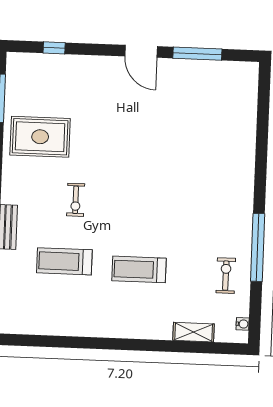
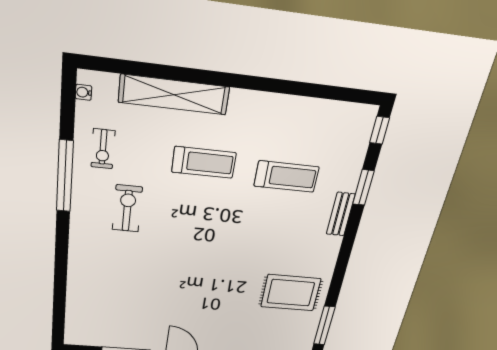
exercise bike: (76, 200) -> (127, 209), moved, width x1.38, depth x1.39
shelving: (194, 332) -> (174, 95), width x2.20, depth x1.33

